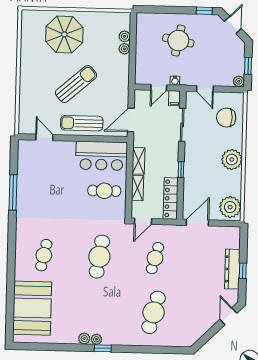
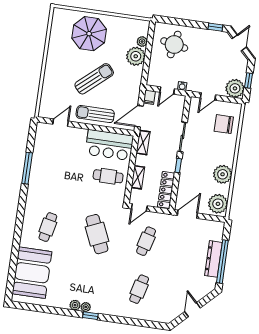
round table: (178, 41) -> (174, 44), moved
plant: (124, 49) -> (136, 56), width x1.87, depth x1.87
plant: (239, 81) -> (235, 88), width x1.87, depth x1.87
door: (205, 89) -> (208, 96), hinge flipped
filing cabinet: (174, 98) -> (149, 97), moved
sliding door: (182, 125) -> (182, 137), moved
door: (44, 137) -> (61, 123), hinge flipped
plant: (232, 160) -> (223, 174), moved
shelving: (138, 161) -> (143, 142), moved
cafe table: (99, 257) -> (97, 234), turned -33
window: (243, 271) -> (222, 262), width x3.17
cafe table: (154, 312) -> (139, 289), width x0.73, depth x0.74
door: (228, 316) -> (193, 310), moved

